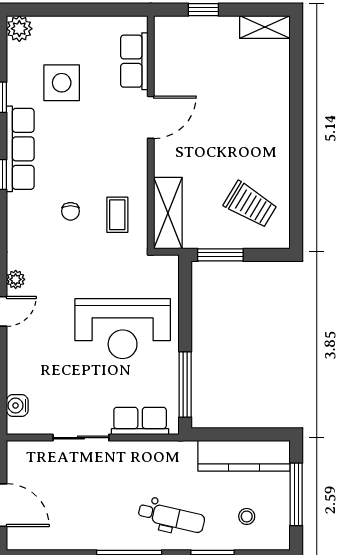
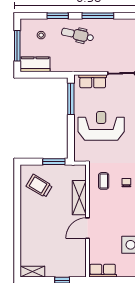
row of seats: (134, 61) -> (103, 271), moved, turned -90
shelving: (168, 213) -> (79, 198), moved
kitchen counter: (244, 456) -> (35, 64), width x0.67

